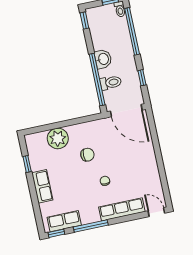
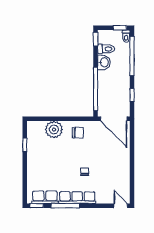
washbasin: (103, 59) -> (104, 62), moved
toilet: (111, 83) -> (106, 49), moved
chair: (87, 155) -> (78, 133), moved
row of seats: (42, 186) -> (33, 165), removed
row of seats: (122, 209) -> (77, 198), moved

